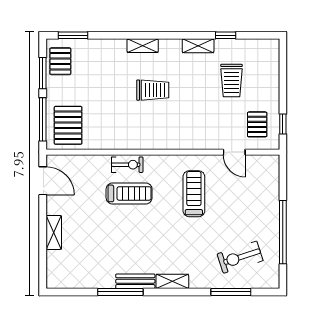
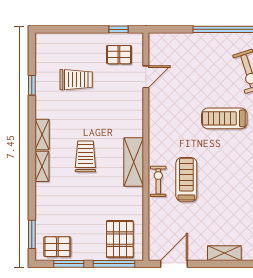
shelving: (198, 46) -> (42, 134), moved
pallet: (68, 125) -> (120, 239), turned 90
shelving: (147, 140) -> (134, 162), added
treadmill: (194, 194) -> (224, 118), moved

